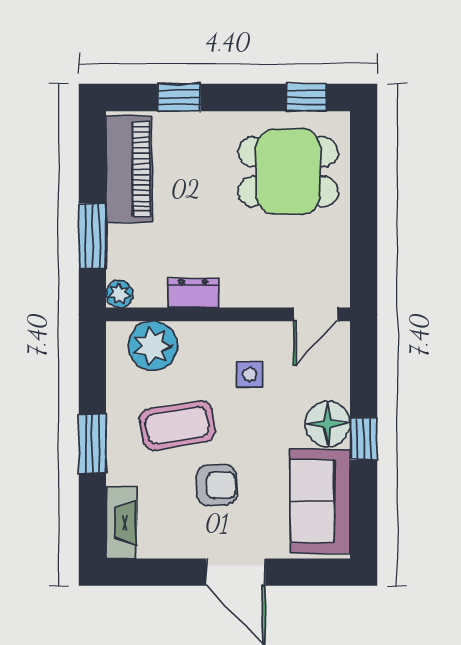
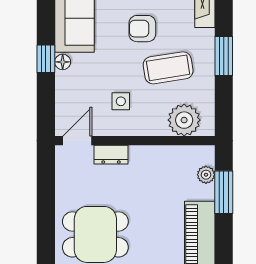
dresser: (193, 293) -> (111, 155), moved
plant: (119, 294) -> (206, 175), moved
floor lamp: (328, 424) -> (63, 62), width x0.53, depth x0.53

